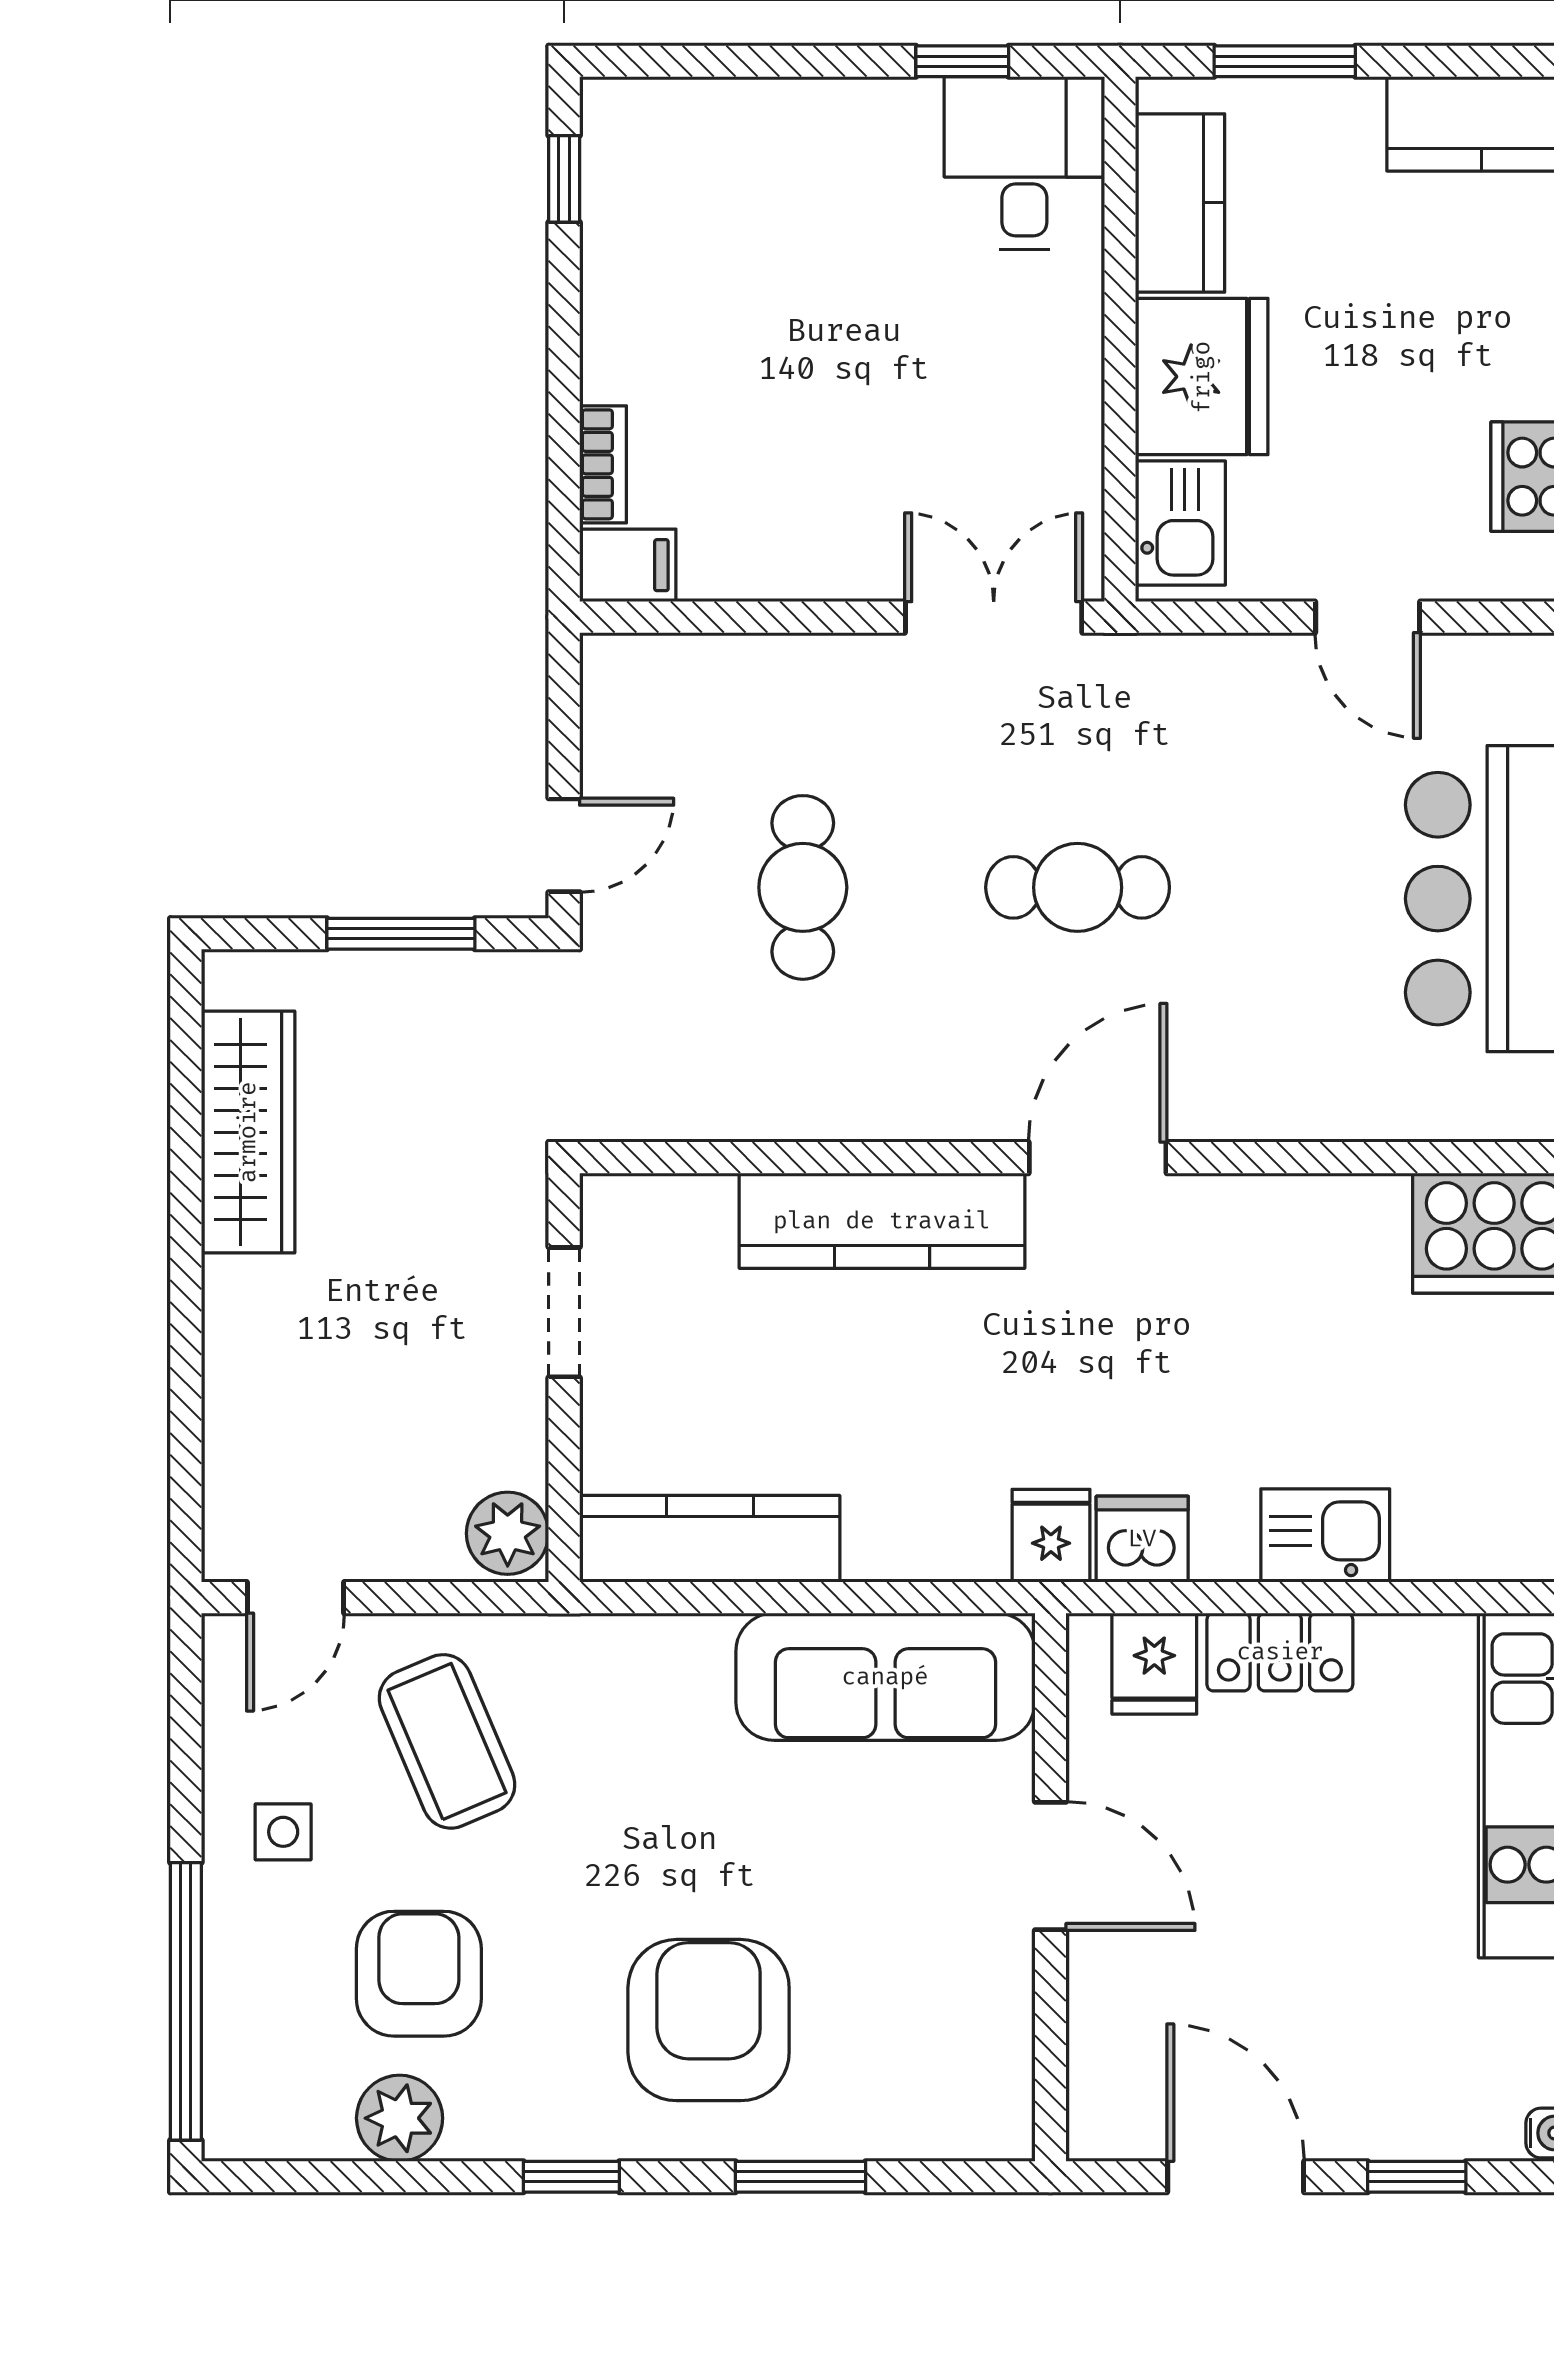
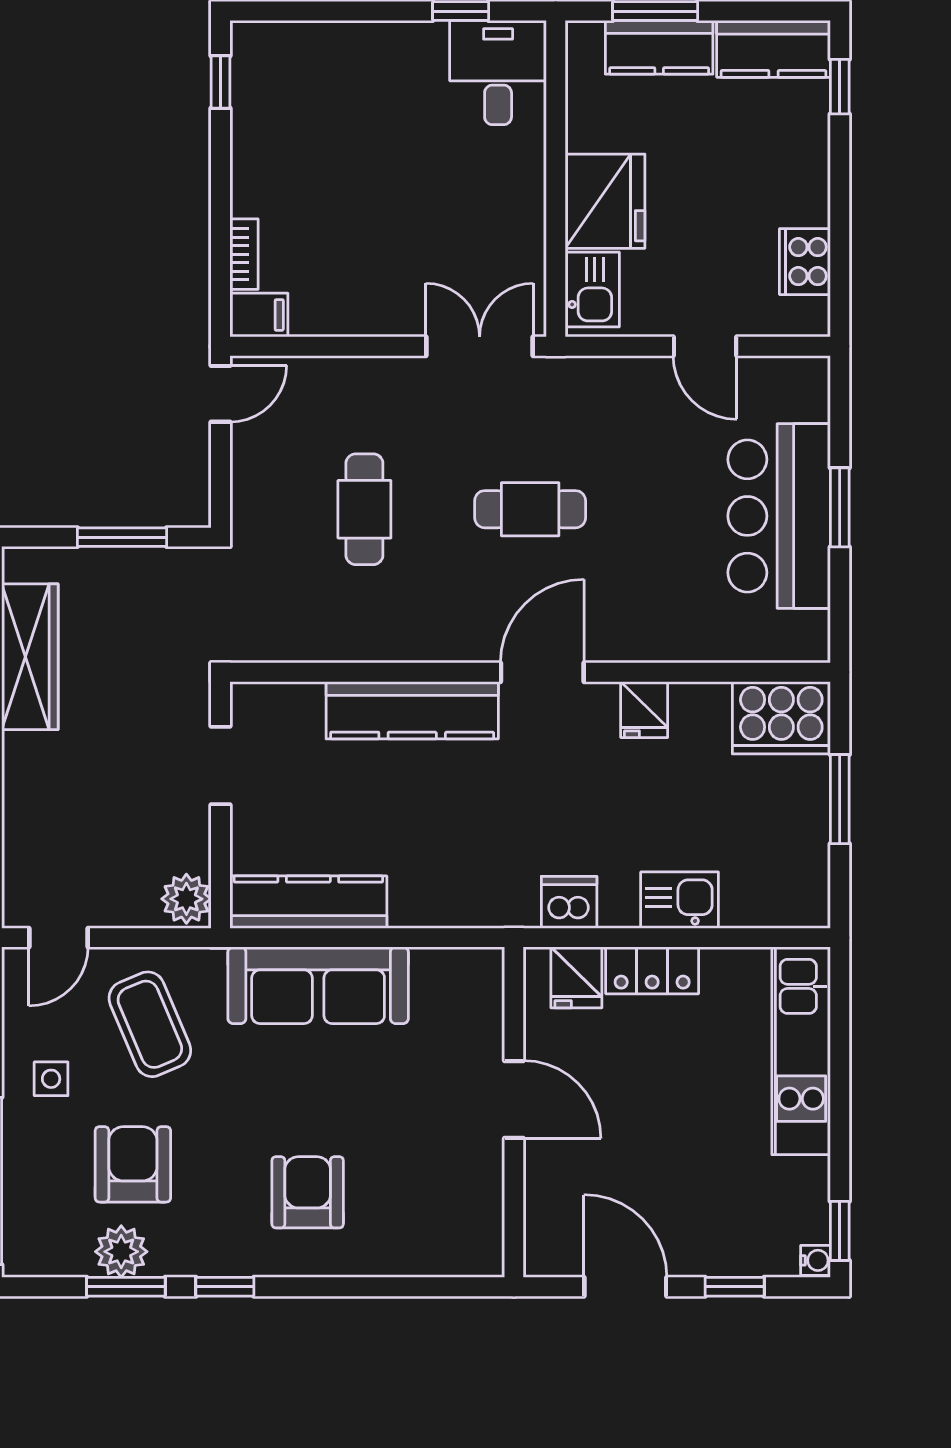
kitchen counter: (1180, 203) -> (659, 47), moved, turned 90
door: (564, 845) -> (221, 394), moved
fridge: (1051, 1536) -> (644, 710), moved, turned 180
sofa: (885, 1677) -> (318, 985), moved
armchair: (709, 2020) -> (308, 1192), width x0.73, depth x0.73
window: (801, 2177) -> (126, 1287), moved

